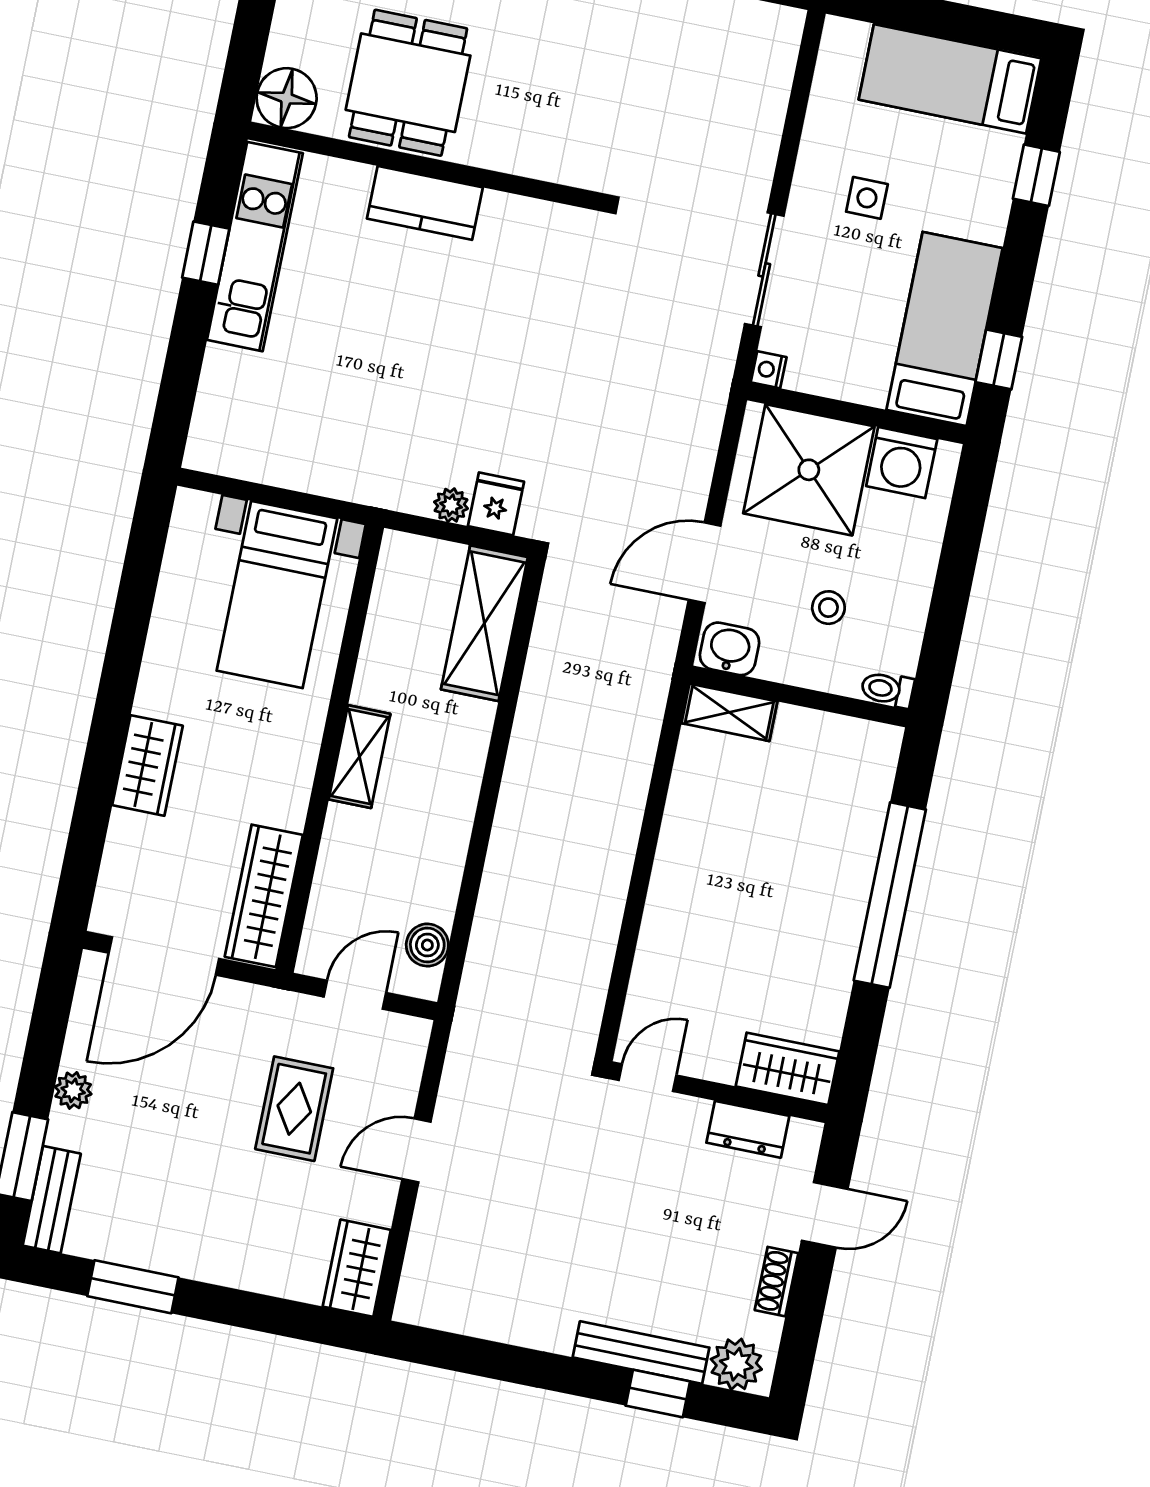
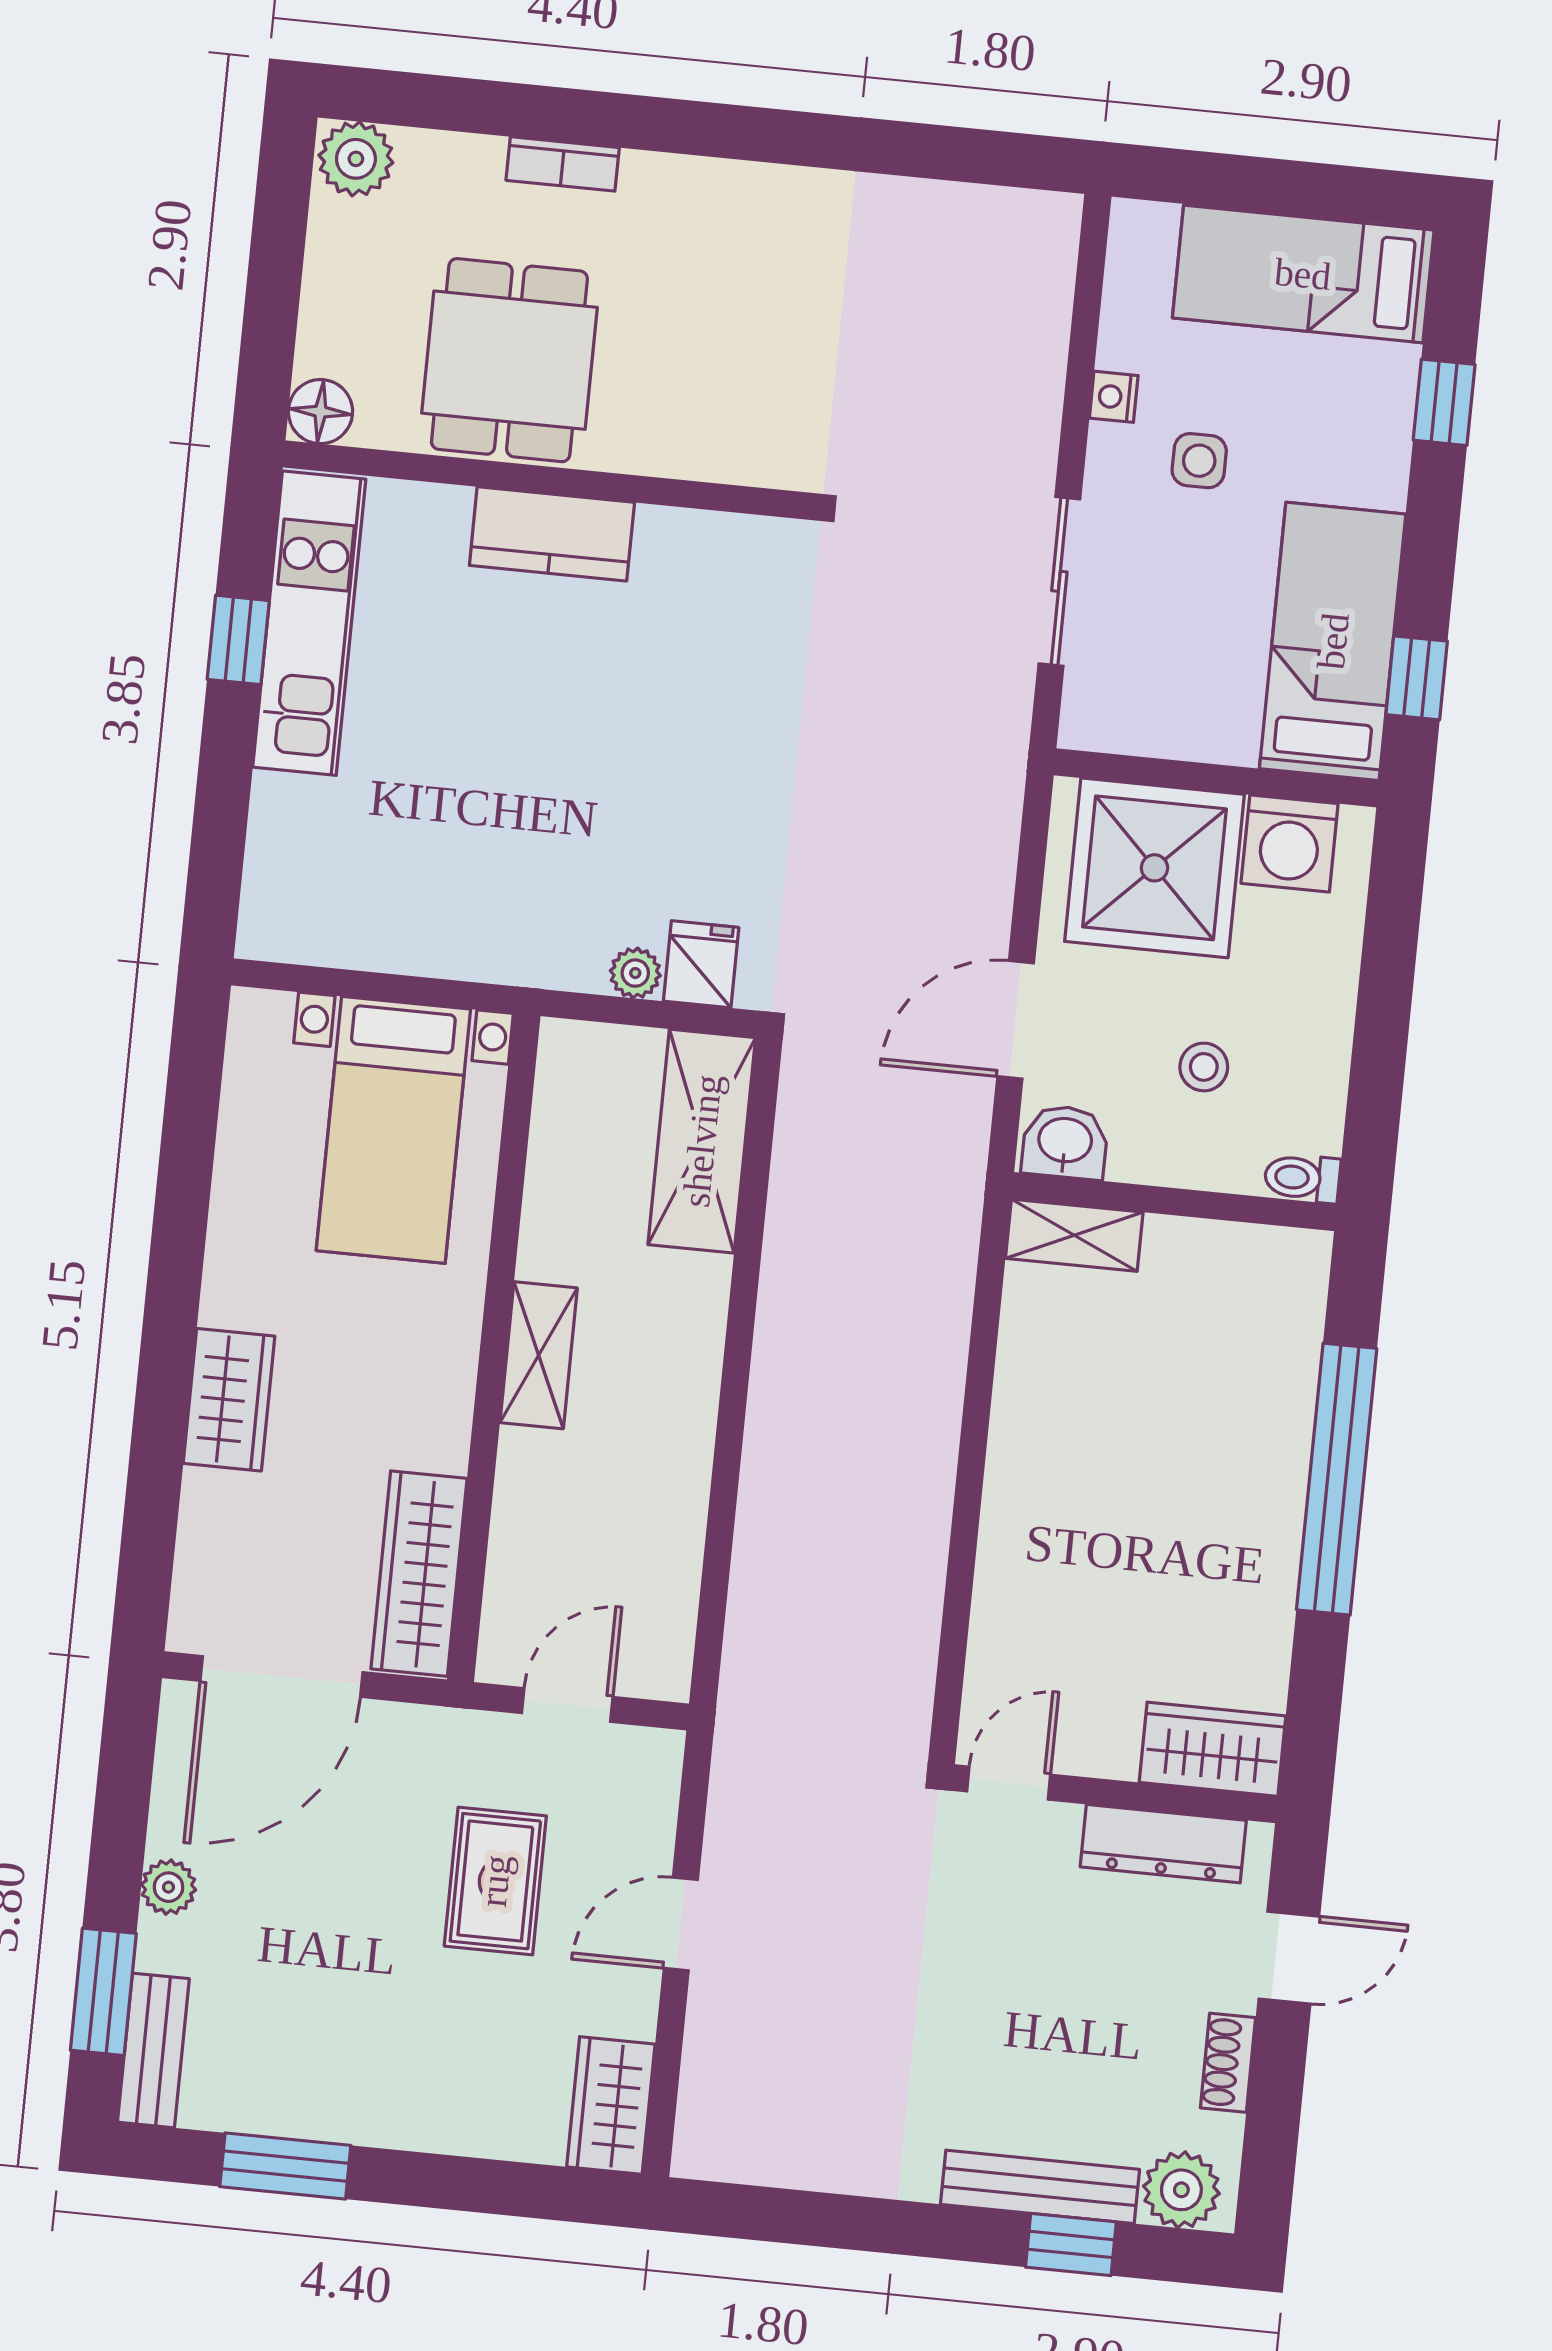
floor lamp: (287, 98) -> (320, 412), width x0.73, depth x0.73
nightstand: (769, 370) -> (1114, 397), moved
boiler: (427, 945) -> (666, 1621), removed
dresser: (748, 1129) -> (1163, 1844), width x1.44

